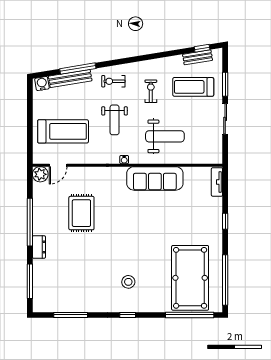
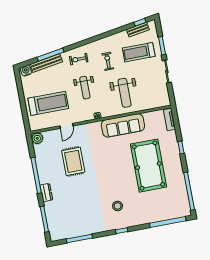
weight bench: (165, 136) -> (125, 93), turned 90
door: (58, 165) -> (66, 126), moved
pool table: (190, 278) -> (148, 166), moved

